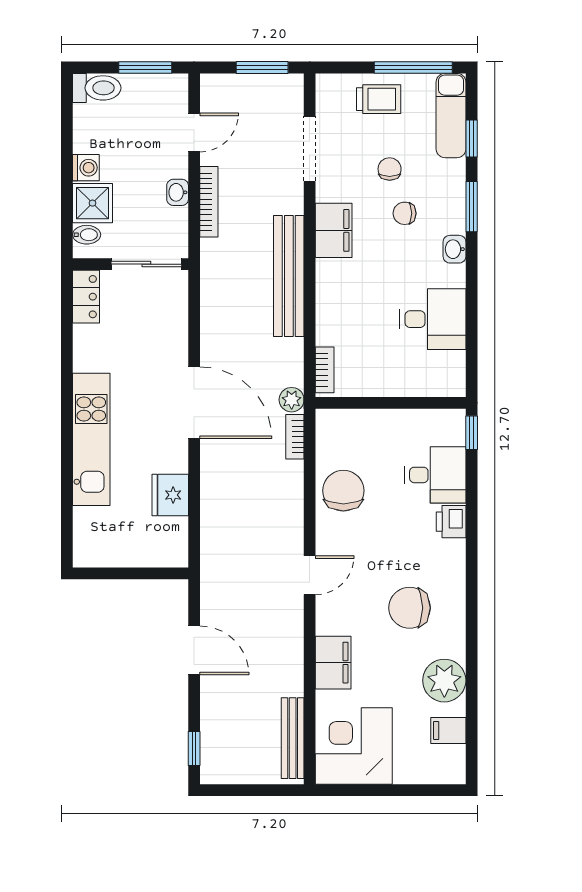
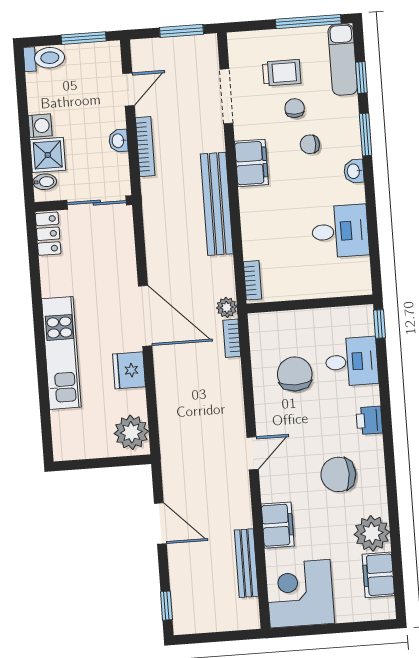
trolley: (379, 99) -> (282, 73), moved
chair: (343, 491) -> (295, 374), moved
fridge: (170, 495) -> (129, 370), moved
printer: (451, 522) -> (369, 420), moved
plant: (168, 540) -> (131, 432), added
filing cabinet: (448, 730) -> (378, 575), width x2.00
bench: (293, 738) -> (246, 563), moved

